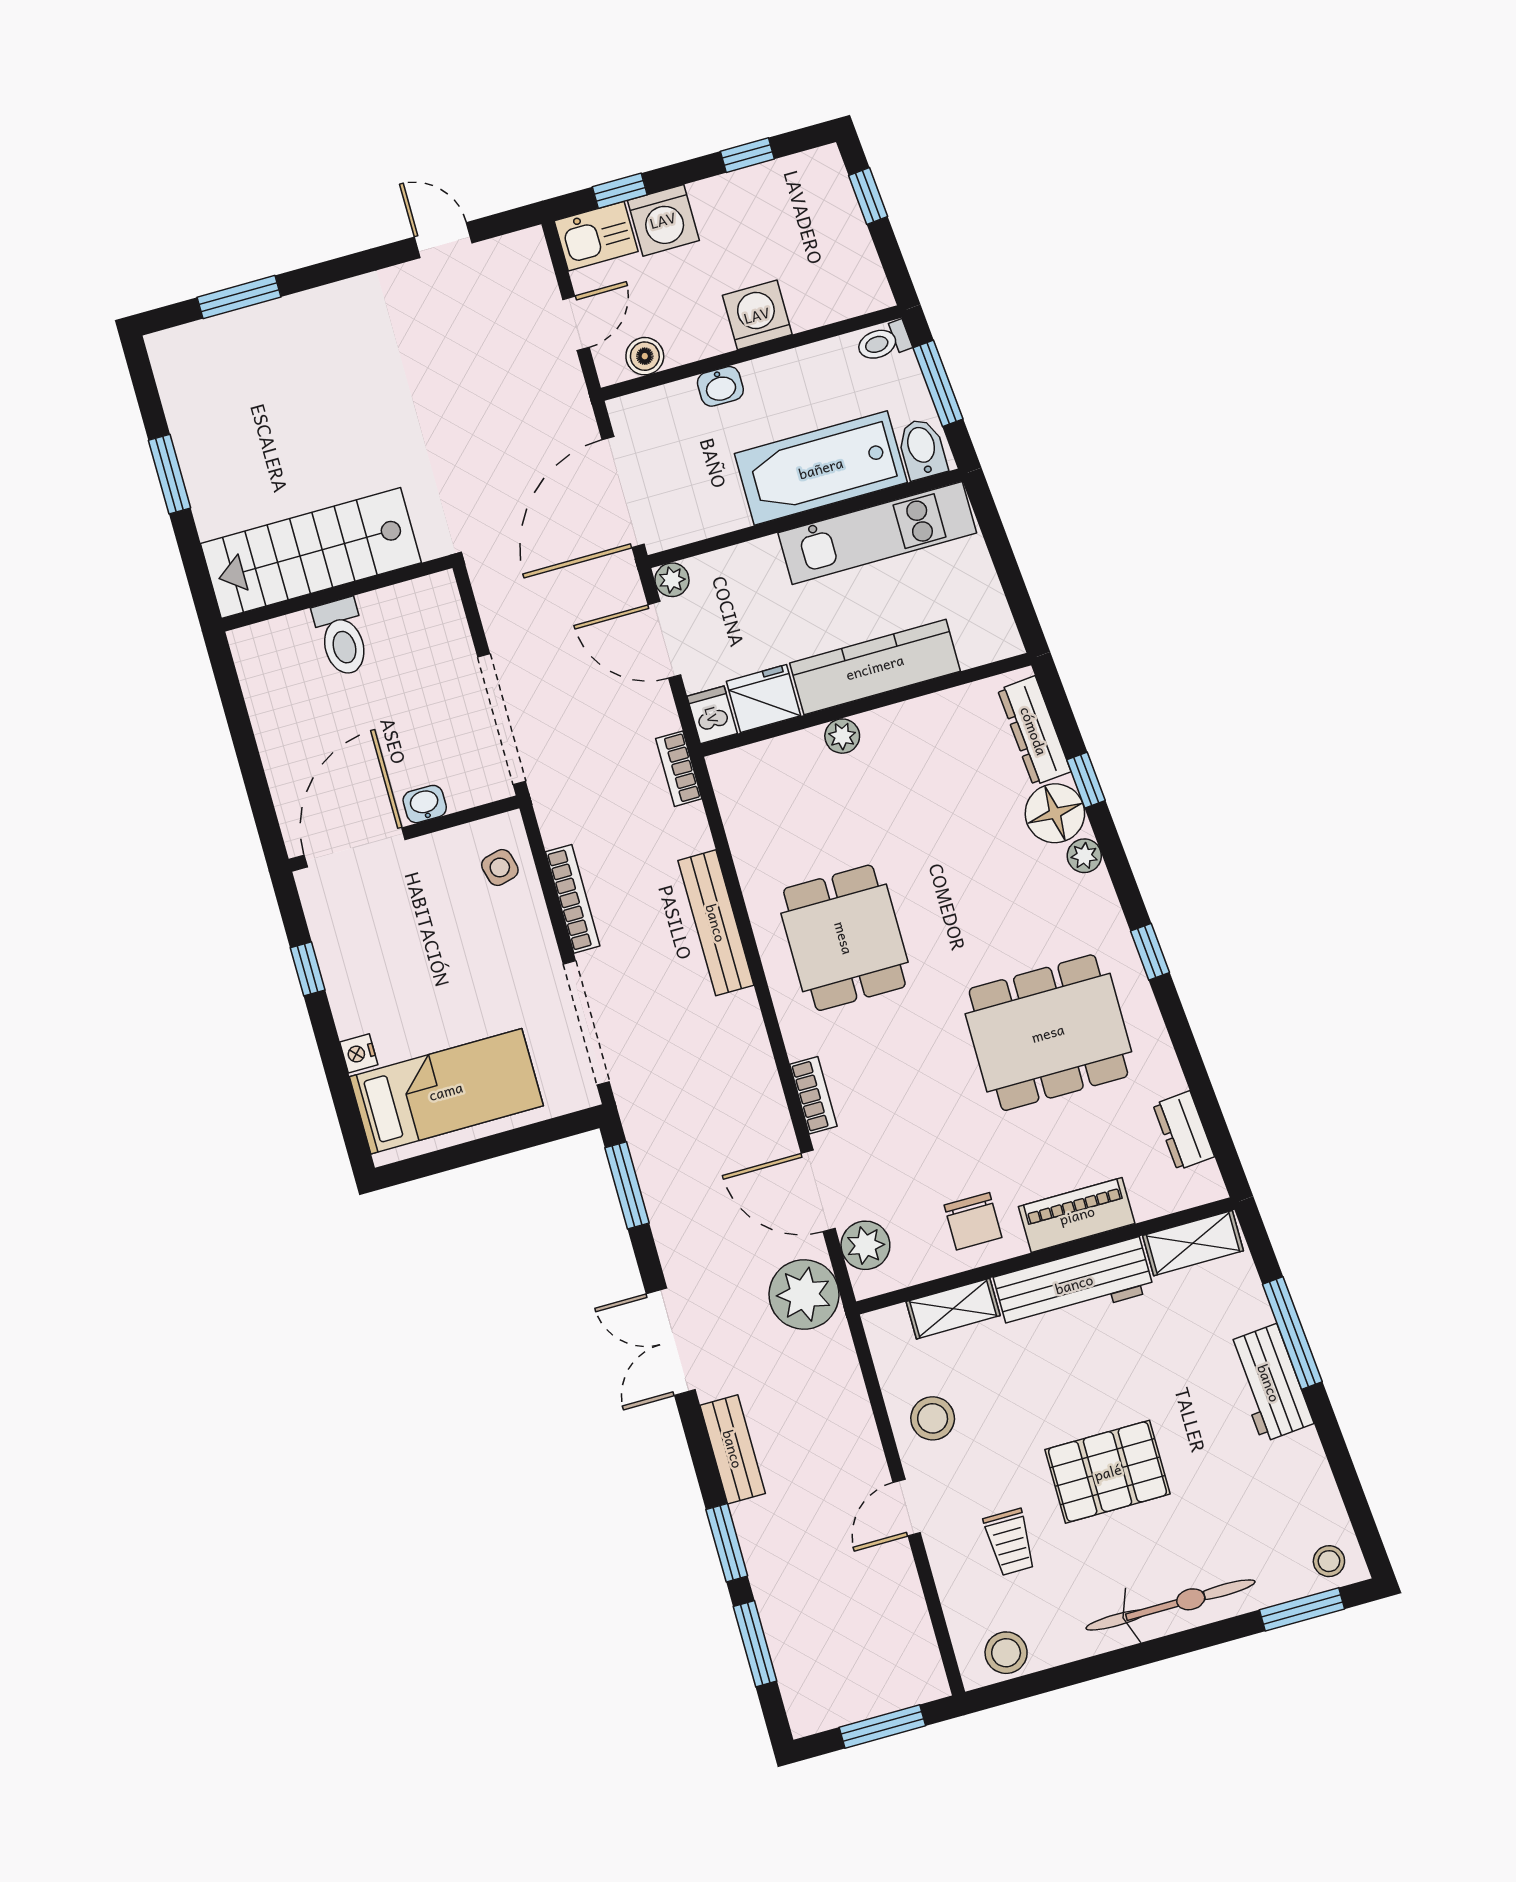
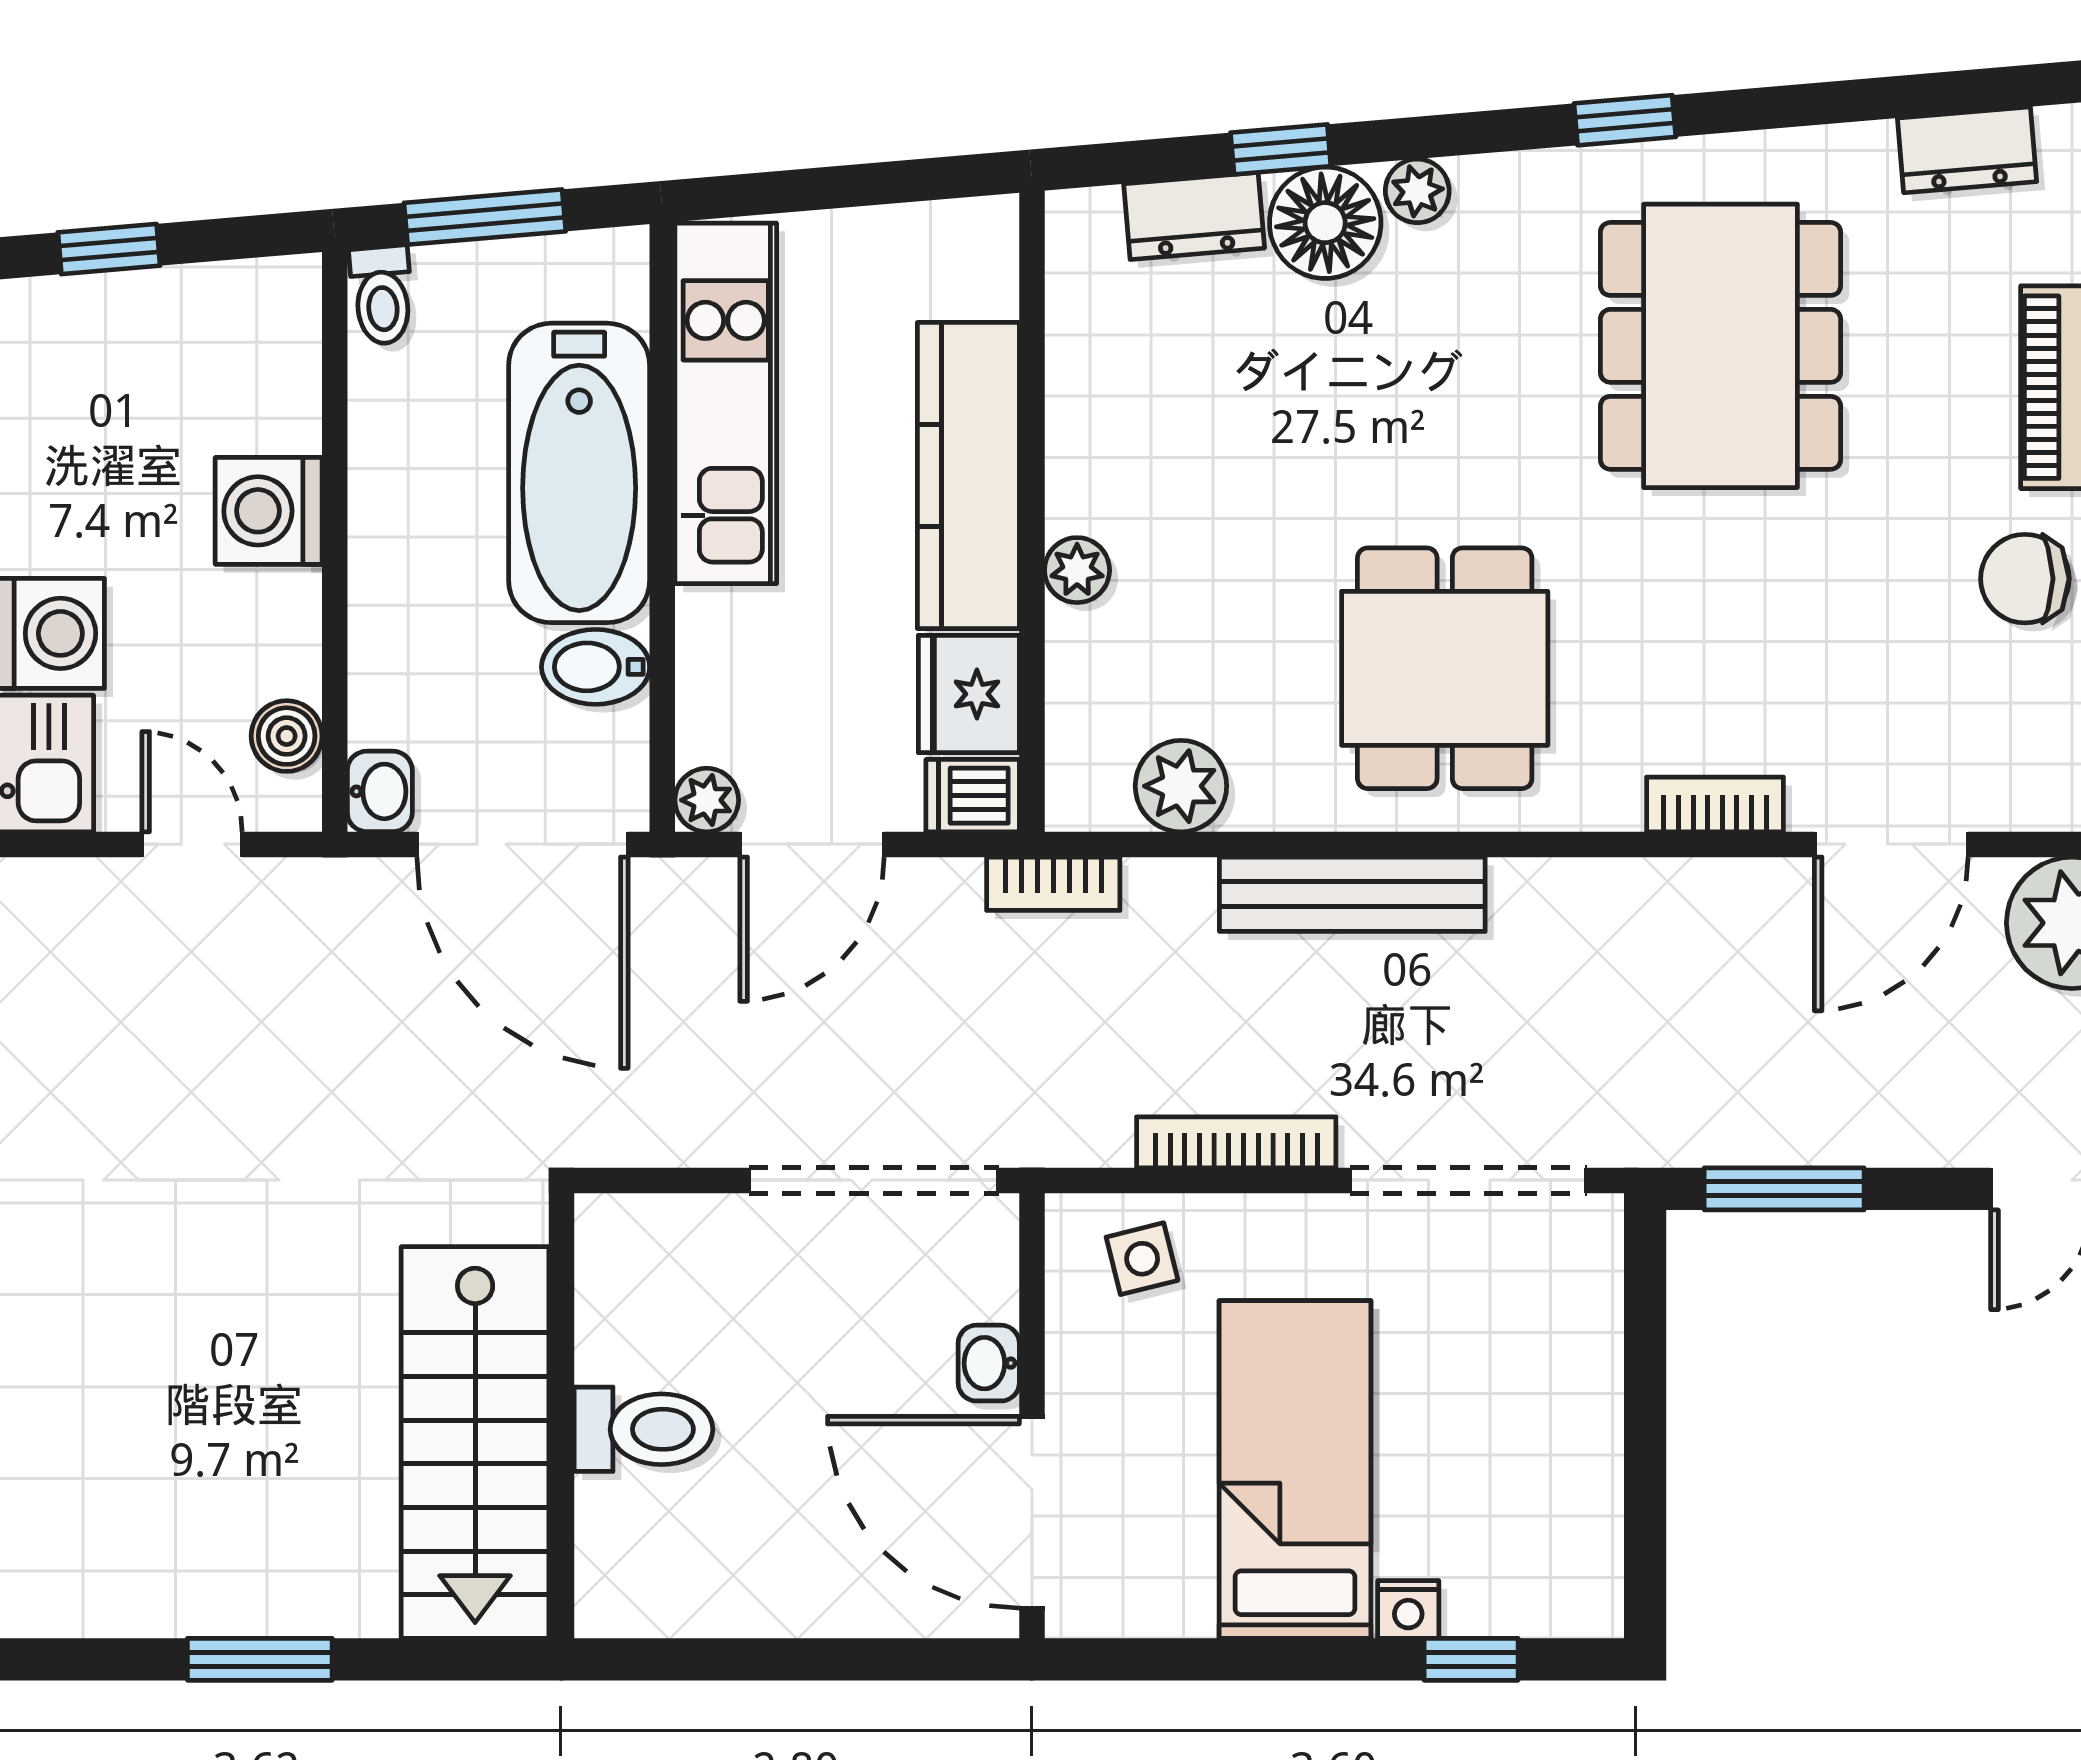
washbasin: (720, 386) -> (380, 791), moved
bidet: (922, 449) -> (596, 667), moved
dresser: (1034, 731) -> (1194, 216), width x0.70
dining table: (844, 938) -> (1445, 668), turned 90
window: (308, 969) -> (1471, 1659), moved
bed: (446, 1091) -> (1295, 1470), moved
chair: (973, 1221) -> (2025, 579), turned 180
plant: (865, 1245) -> (1181, 786), moved

